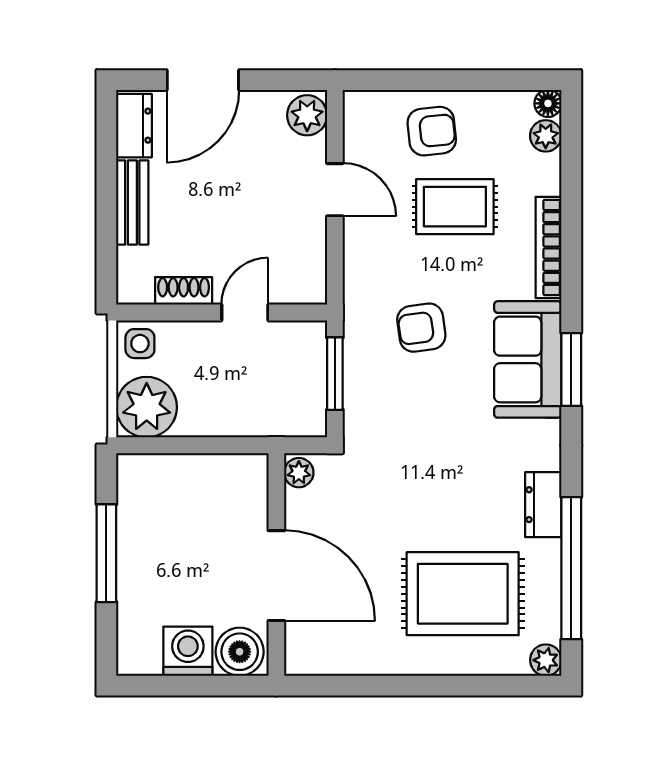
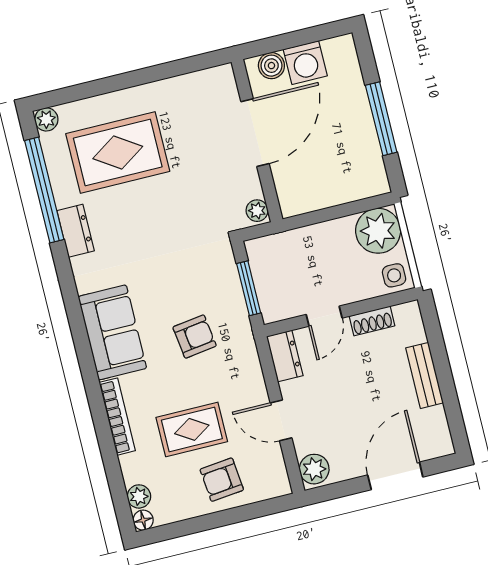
dresser: (134, 126) -> (285, 356), moved, turned 180
window: (571, 370) -> (79, 333), removed
door: (276, 576) -> (255, 133), swing flipped
boiler: (240, 652) -> (271, 66), width x0.73, depth x0.73

